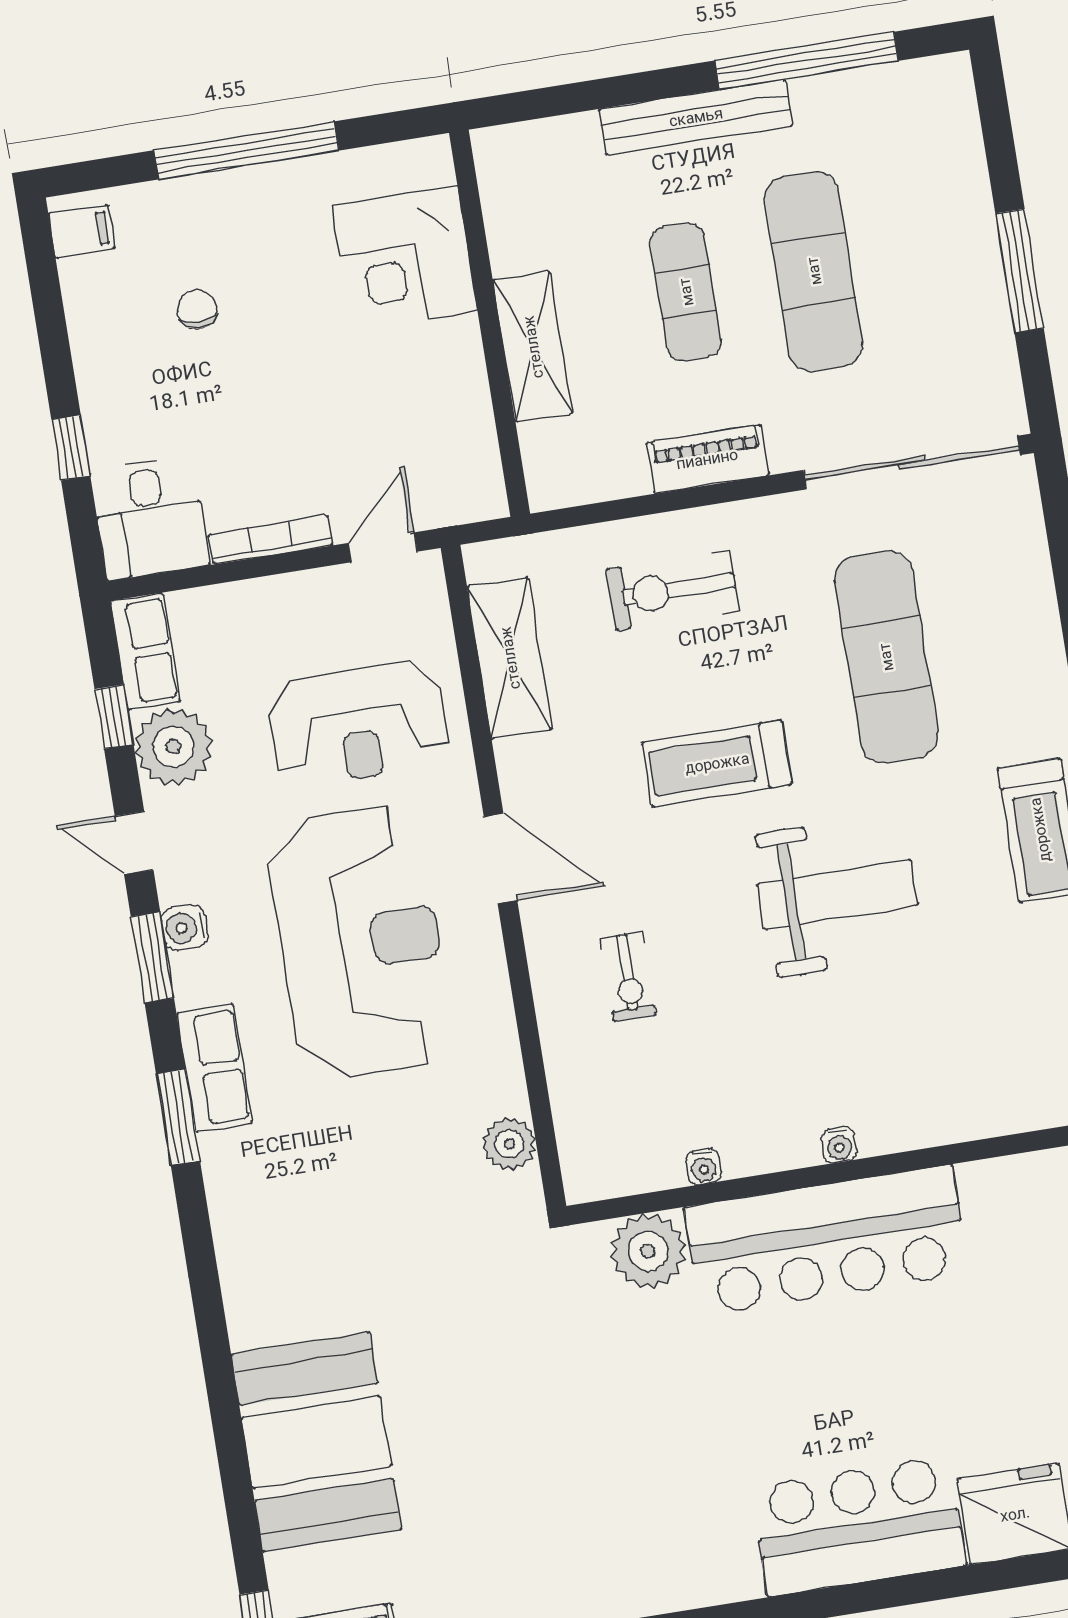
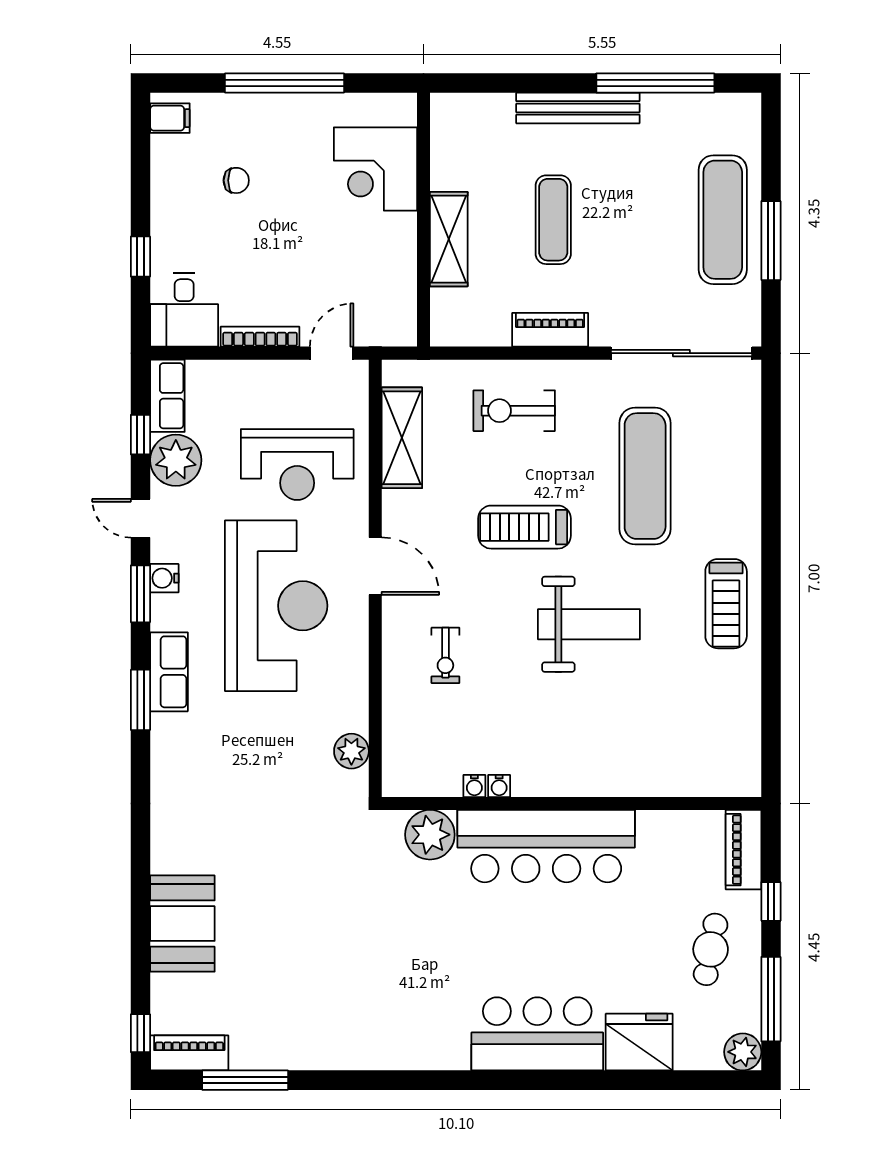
exercise mat: (814, 271) -> (723, 220), moved
chair: (197, 309) -> (236, 180), turned 90
water cooler: (839, 1145) -> (499, 786), moved
booth: (316, 1442) -> (182, 924), width x0.73, depth x0.70

